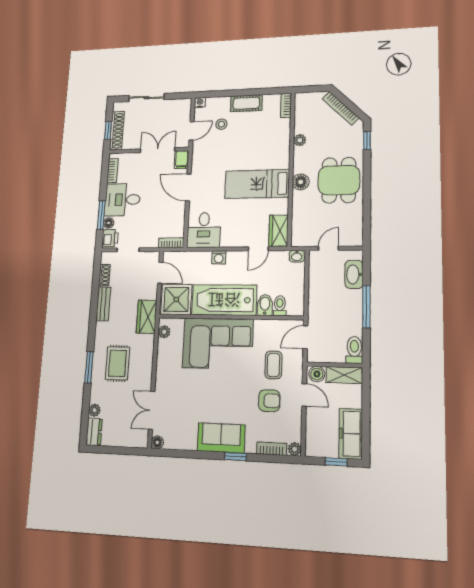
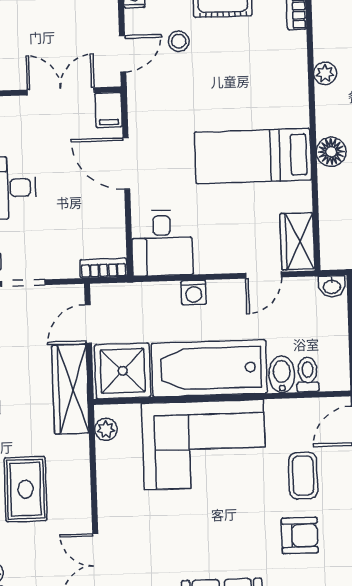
door: (160, 273) -> (88, 324), swing flipped
wardrobe: (147, 317) -> (70, 389), width x1.50

